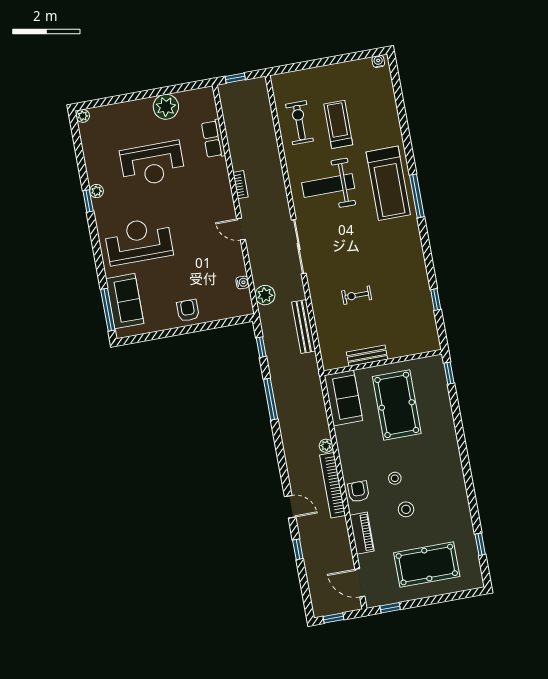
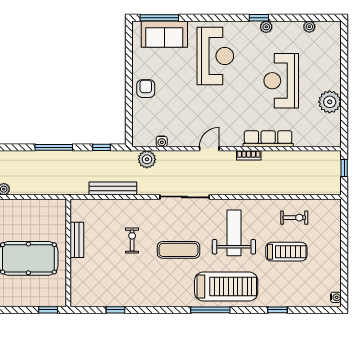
plant: (83, 116) -> (309, 27), moved
exercise bike: (299, 123) -> (294, 218), width x0.73, depth x0.72
window: (404, 123) -> (277, 310), added
row of seats: (213, 139) -> (268, 139), moved, width x1.48
treadmill: (388, 183) -> (226, 287), turned 180
exercise mat: (358, 243) -> (179, 250), added
armchair: (188, 310) -> (146, 89), turned -90
sofa: (343, 398) -> (43, 212), removed

